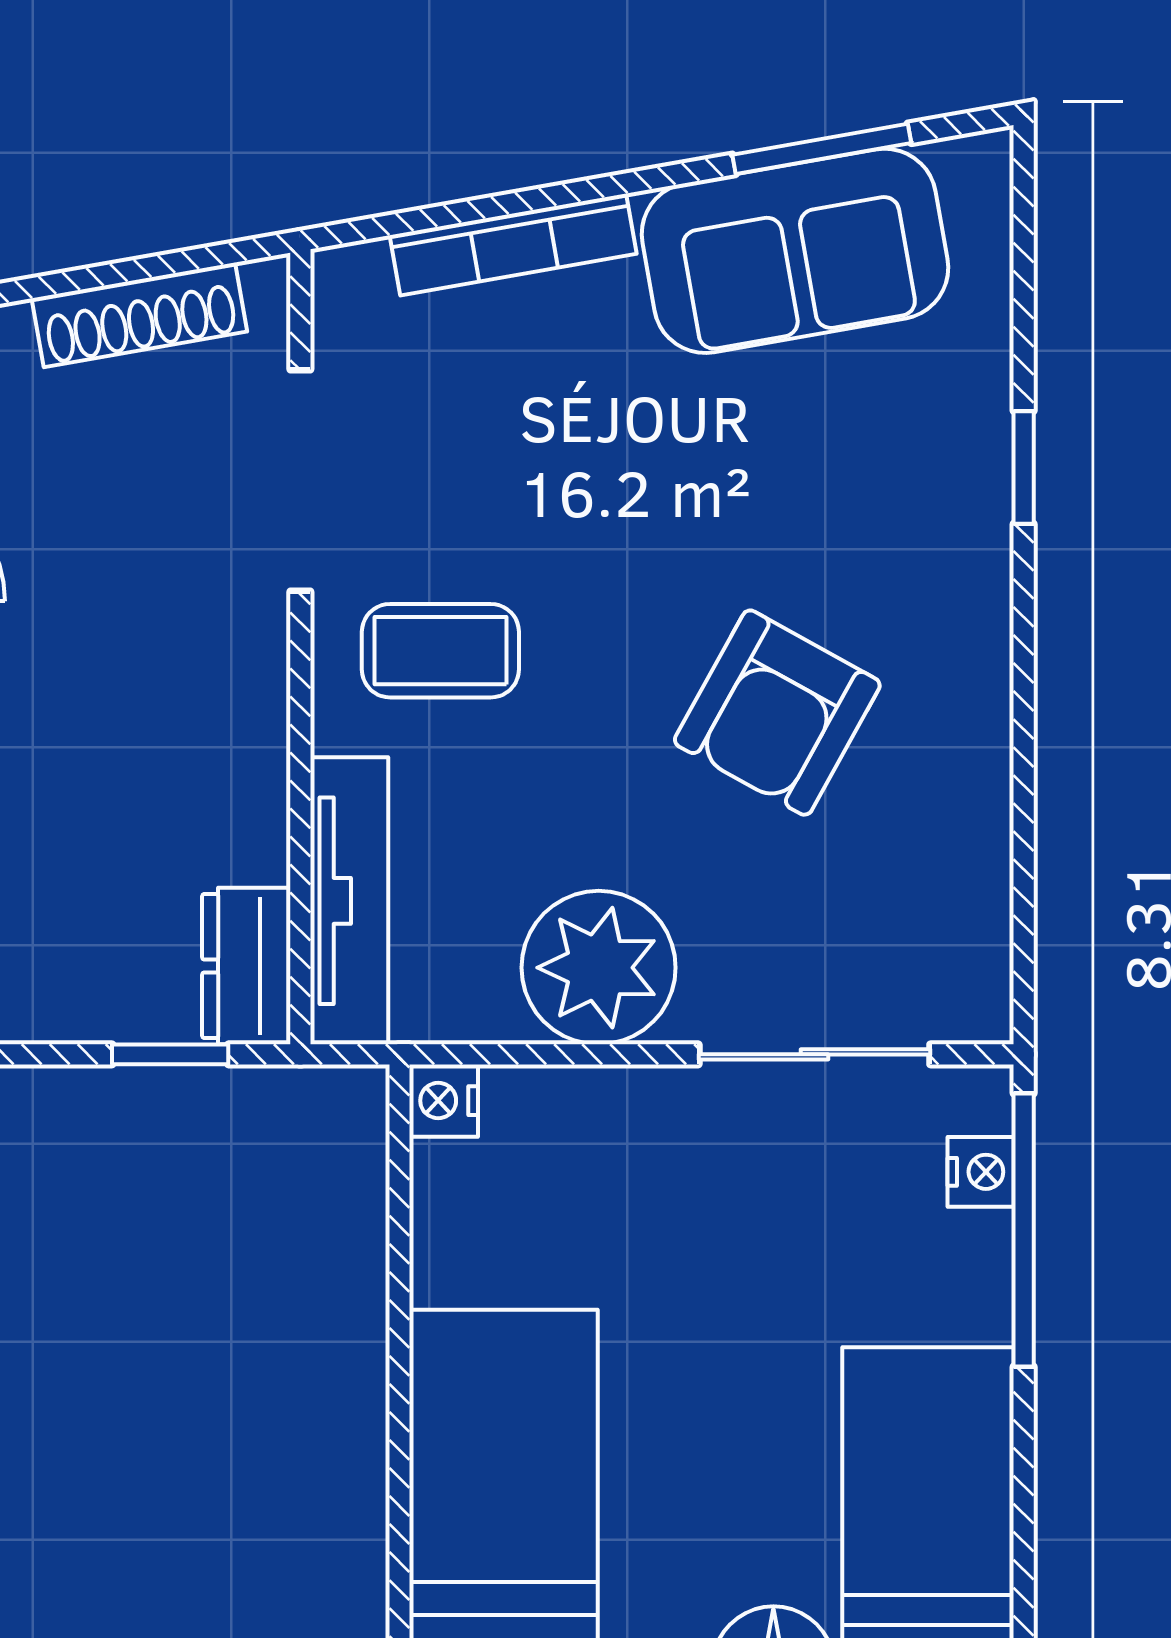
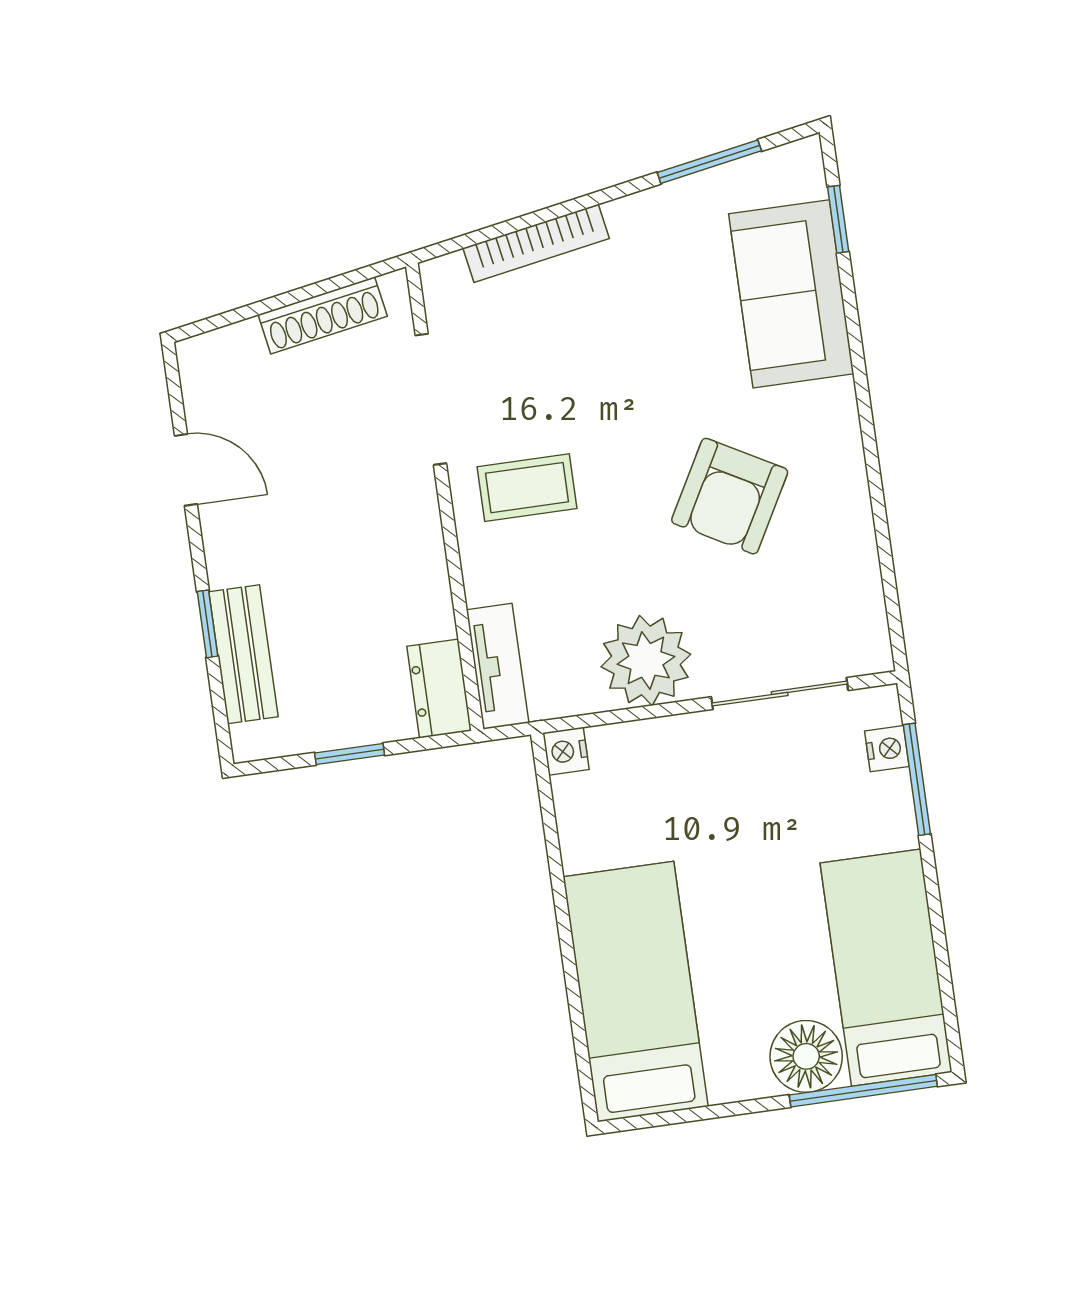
sofa: (795, 251) -> (791, 294), moved, turned 100
window: (1024, 467) -> (838, 219), moved
tv unit: (349, 901) -> (498, 666), width x0.71
window: (170, 1054) -> (350, 754), moved
window: (1024, 1230) -> (917, 779), width x0.69

